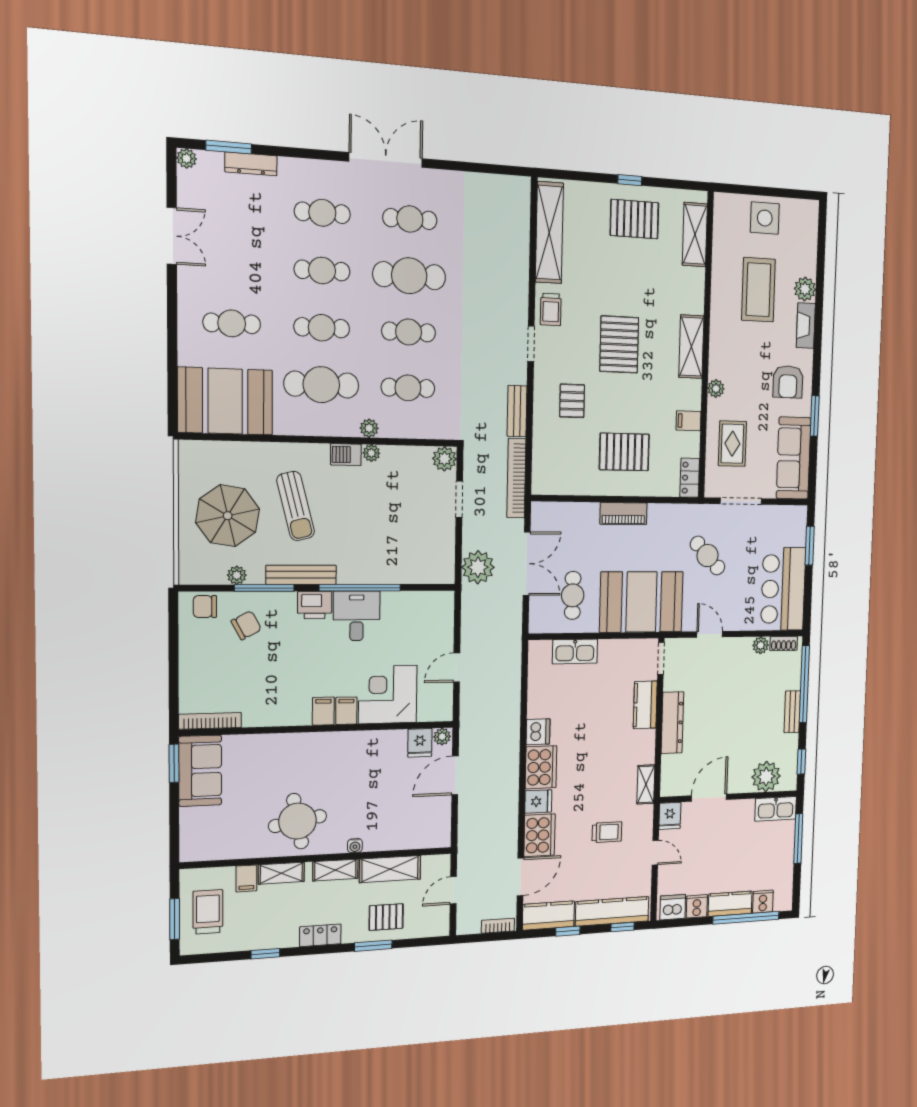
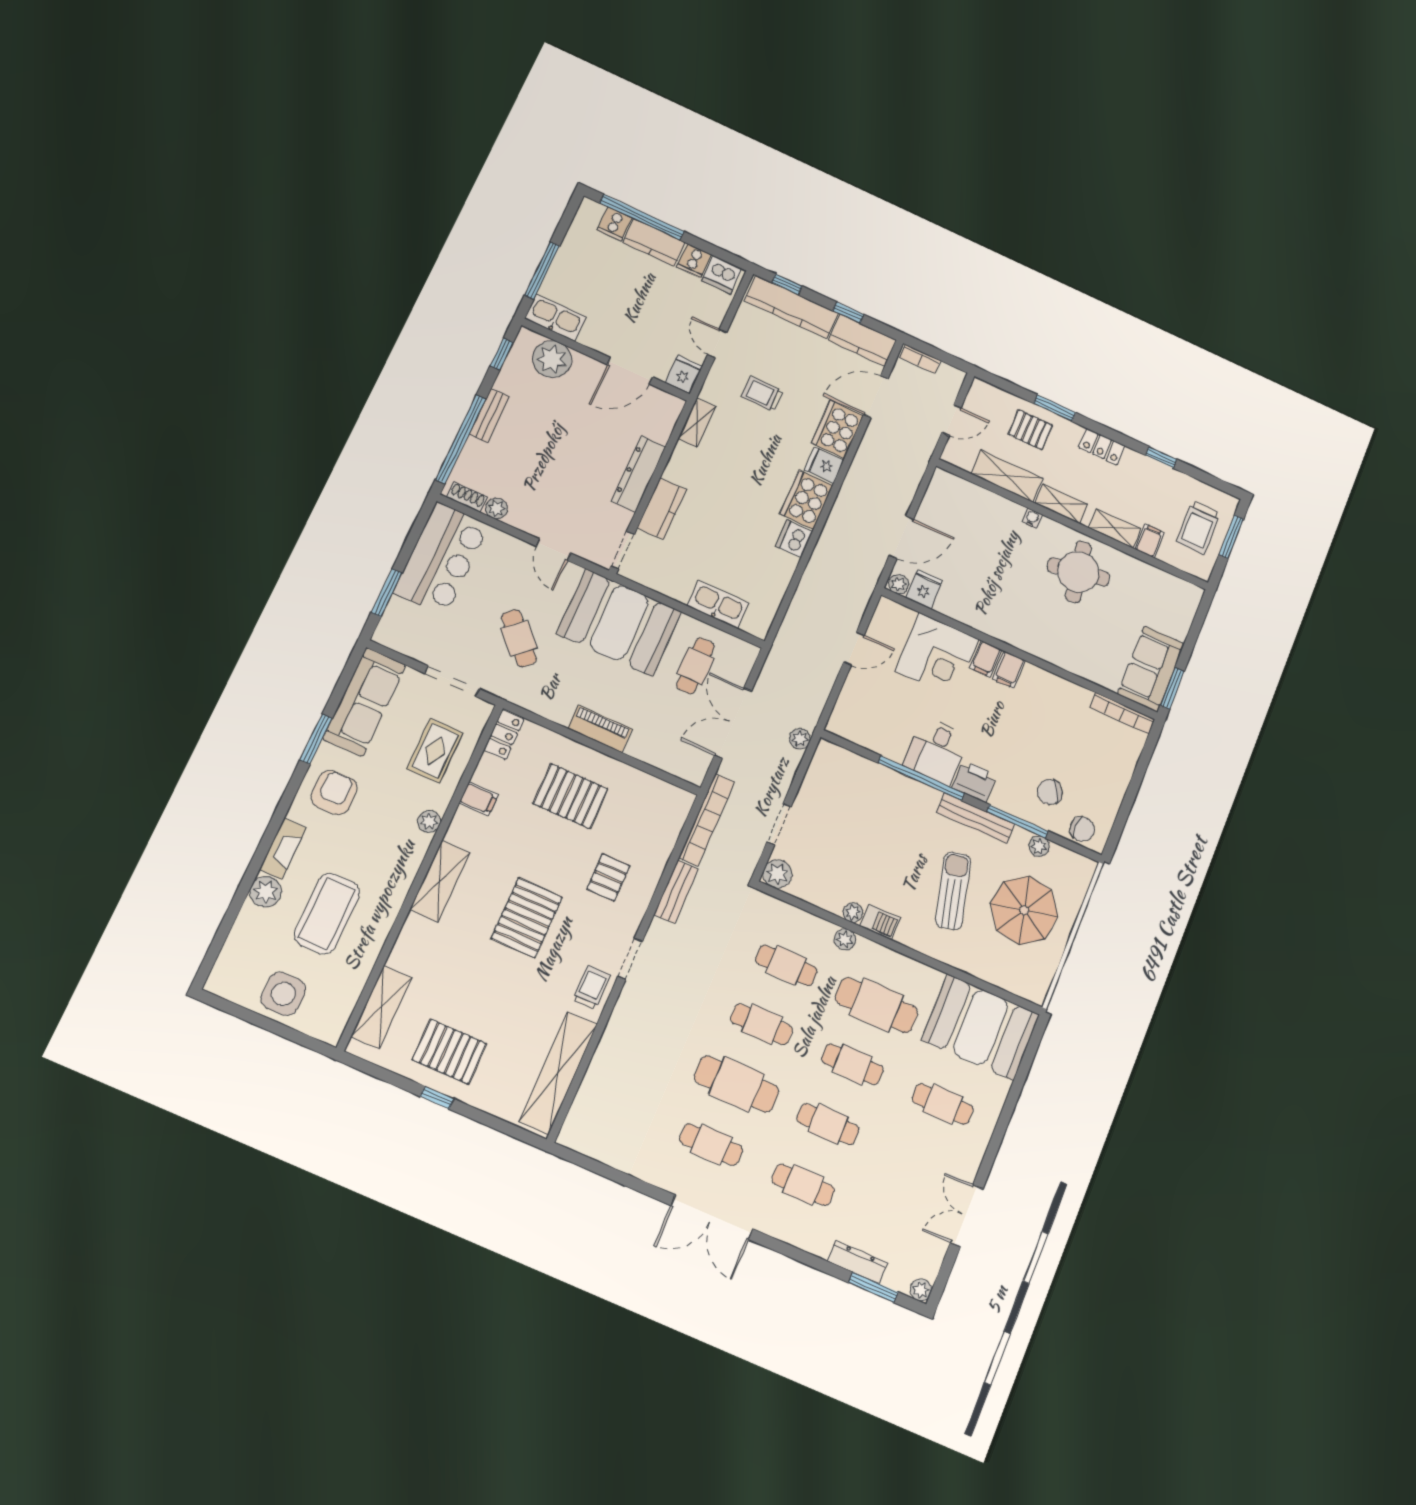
plant: (478, 567) -> (800, 739), width x0.53, depth x0.53

